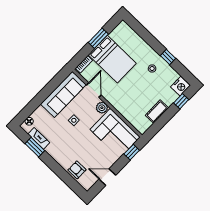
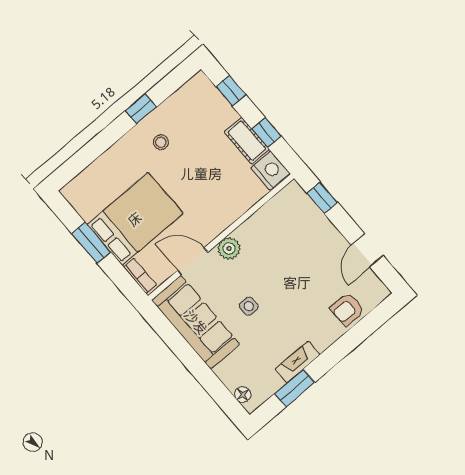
nightstand: (180, 86) -> (270, 171), moved
window: (162, 121) -> (267, 133), added
corner sofa: (115, 133) -> (282, 227), removed
fireplace: (39, 138) -> (298, 362), moved

